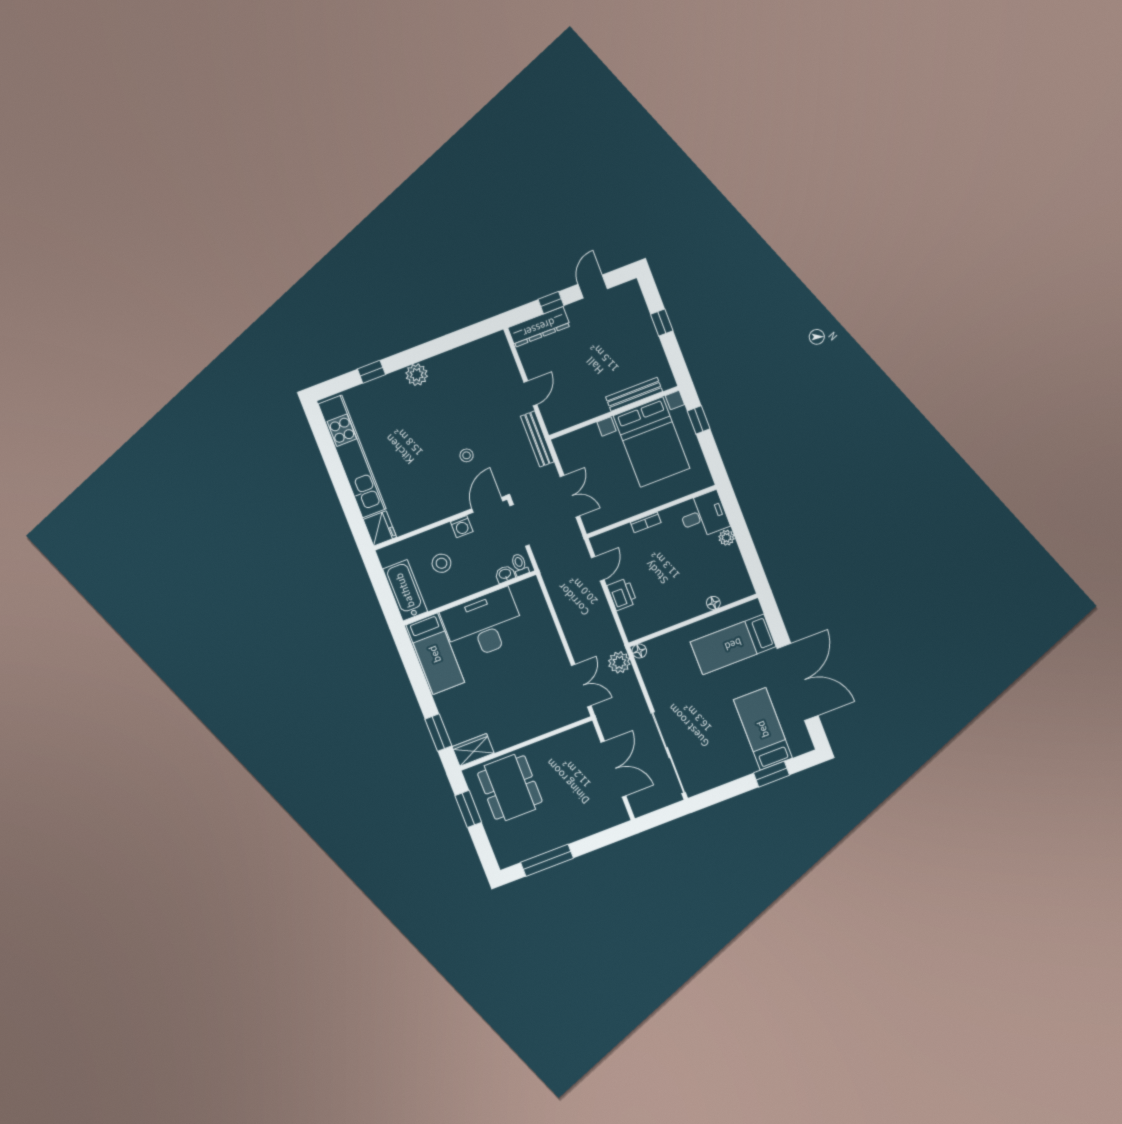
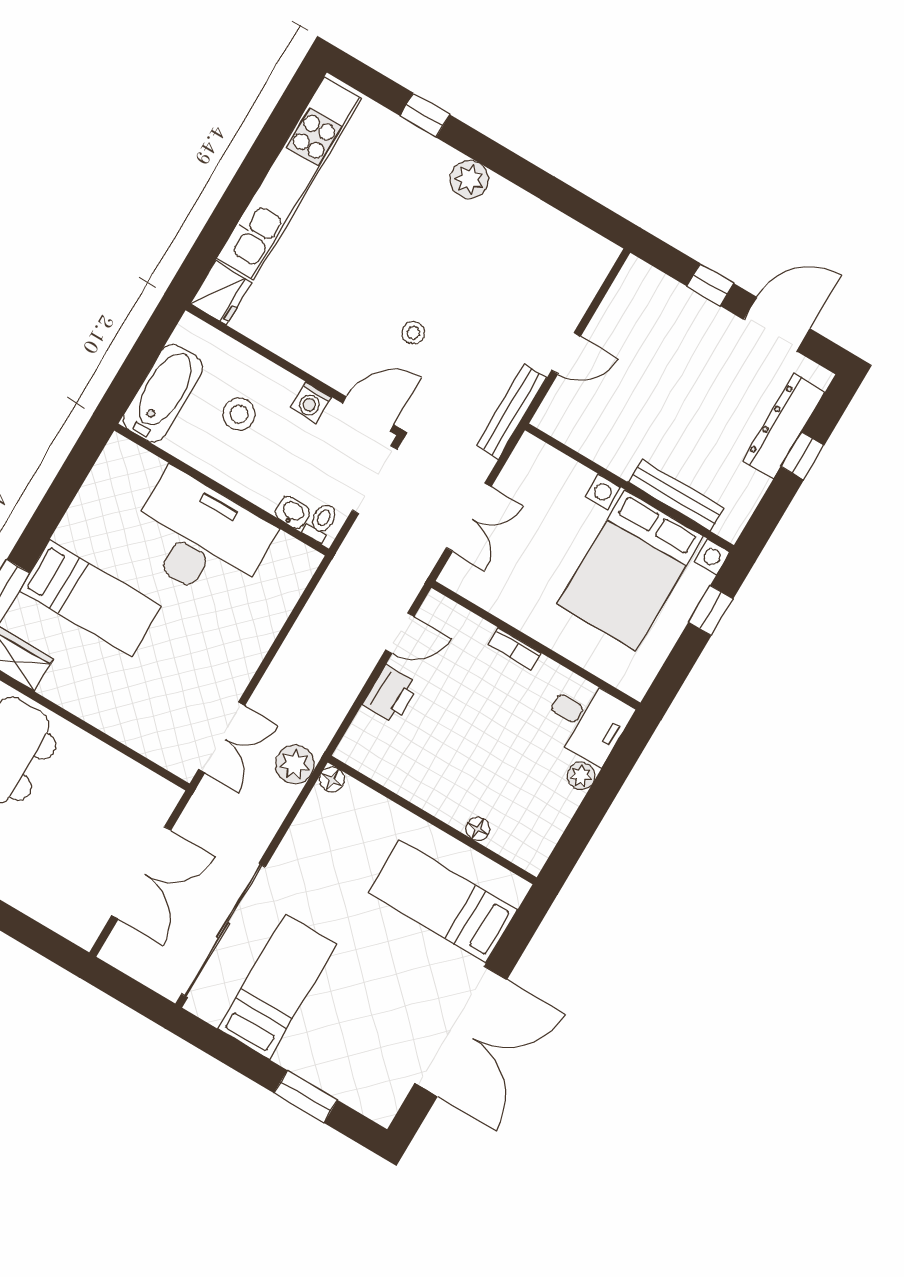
door: (593, 287) -> (777, 324), width x1.38
dresser: (539, 327) -> (783, 426), moved, turned 90
bed: (435, 654) -> (91, 598), moved, turned -90
bed: (763, 729) -> (277, 986), moved

